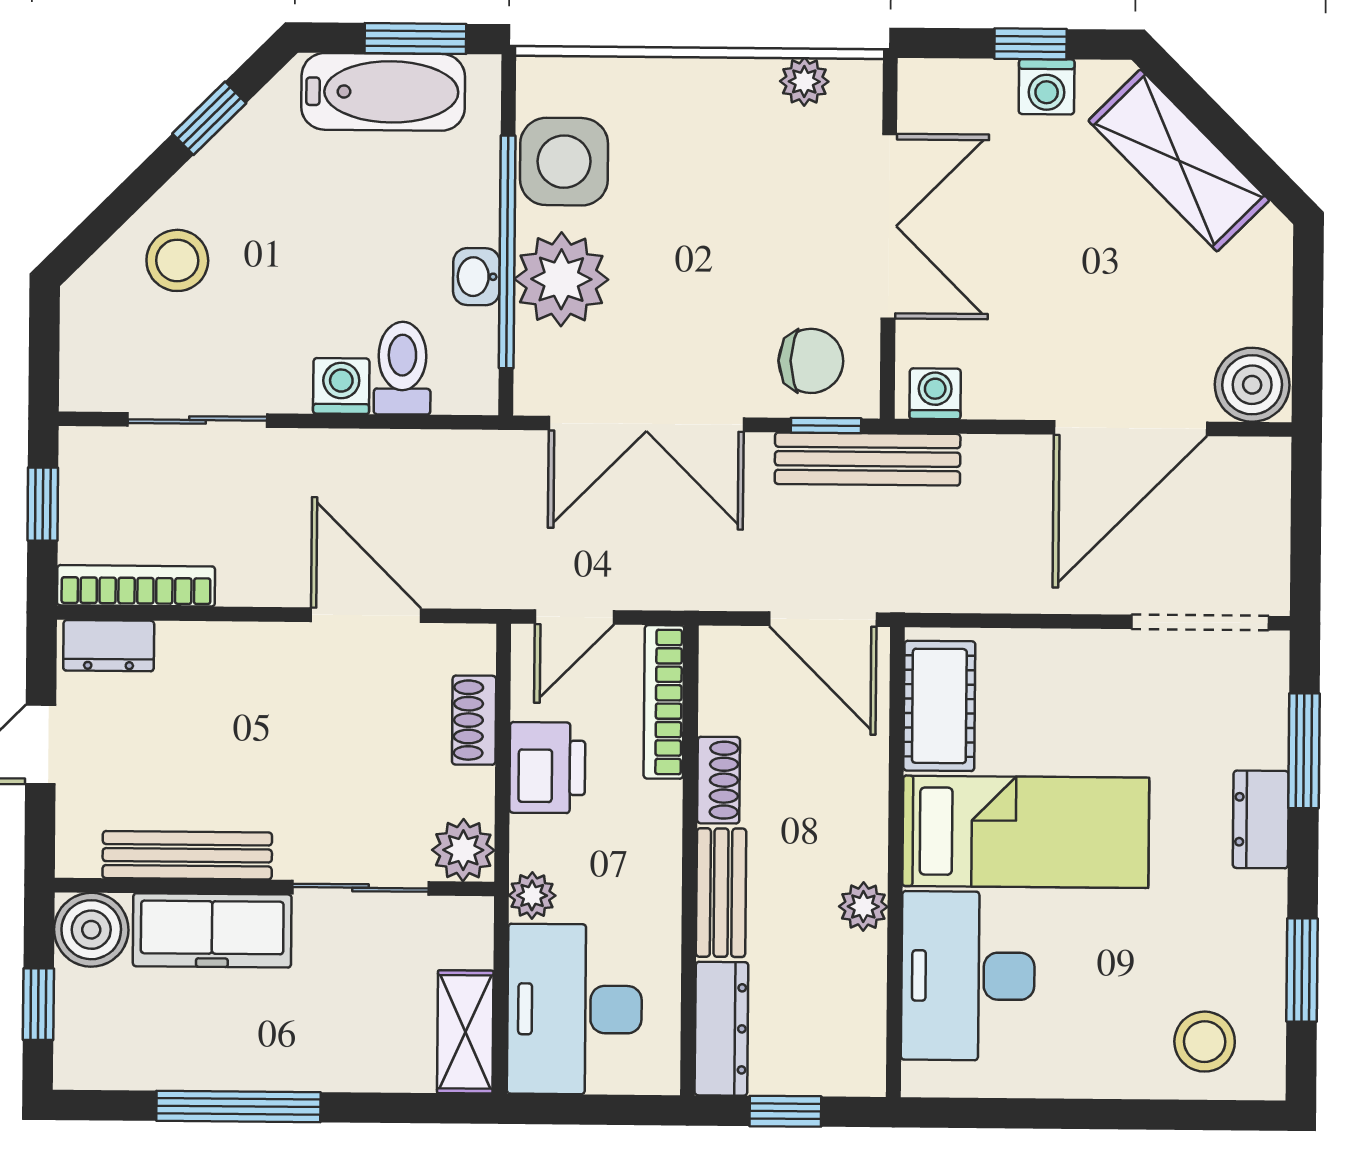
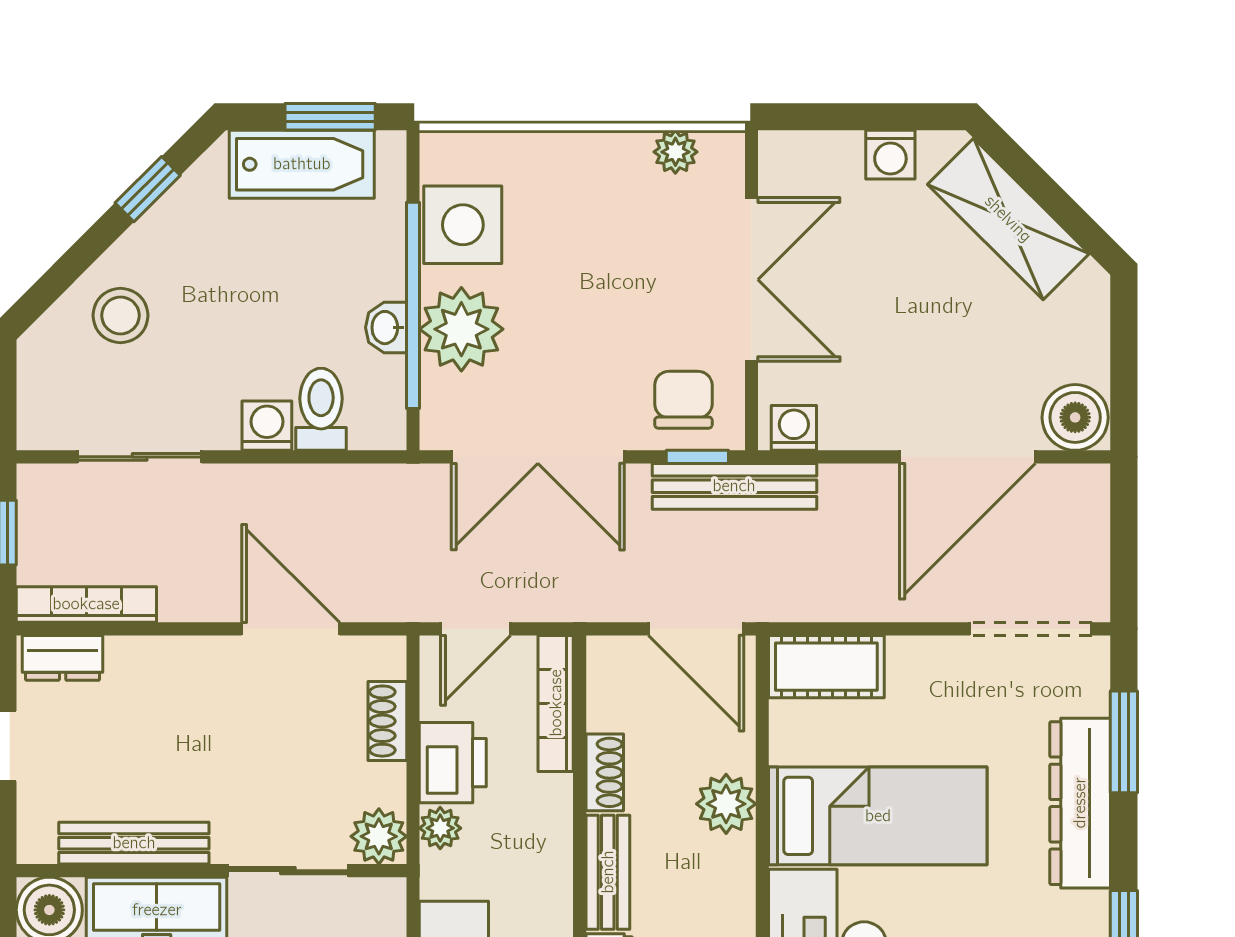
window: (1030, 44) -> (876, 117), removed
chair: (811, 361) -> (683, 400), turned -90
cot: (939, 706) -> (826, 667), moved, turned 90
dresser: (1261, 819) -> (1080, 803), width x1.96, depth x1.24
plant: (532, 895) -> (440, 828), moved
plant: (863, 907) -> (726, 804), moved, width x1.38, depth x1.38

